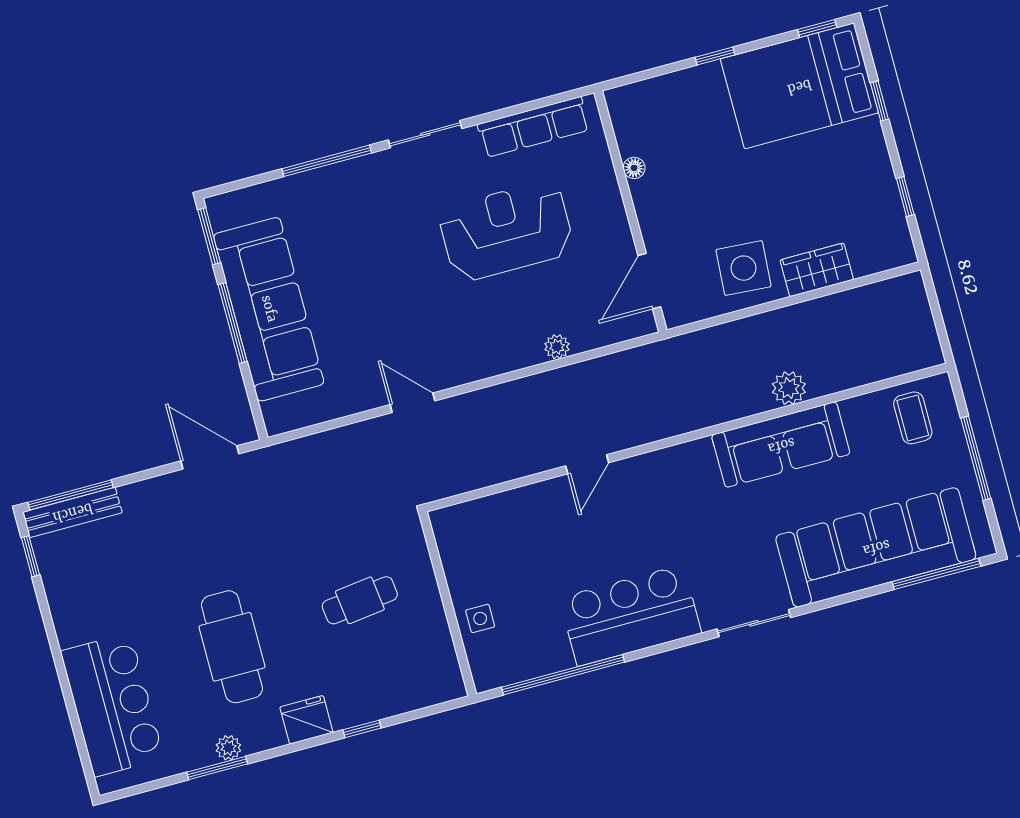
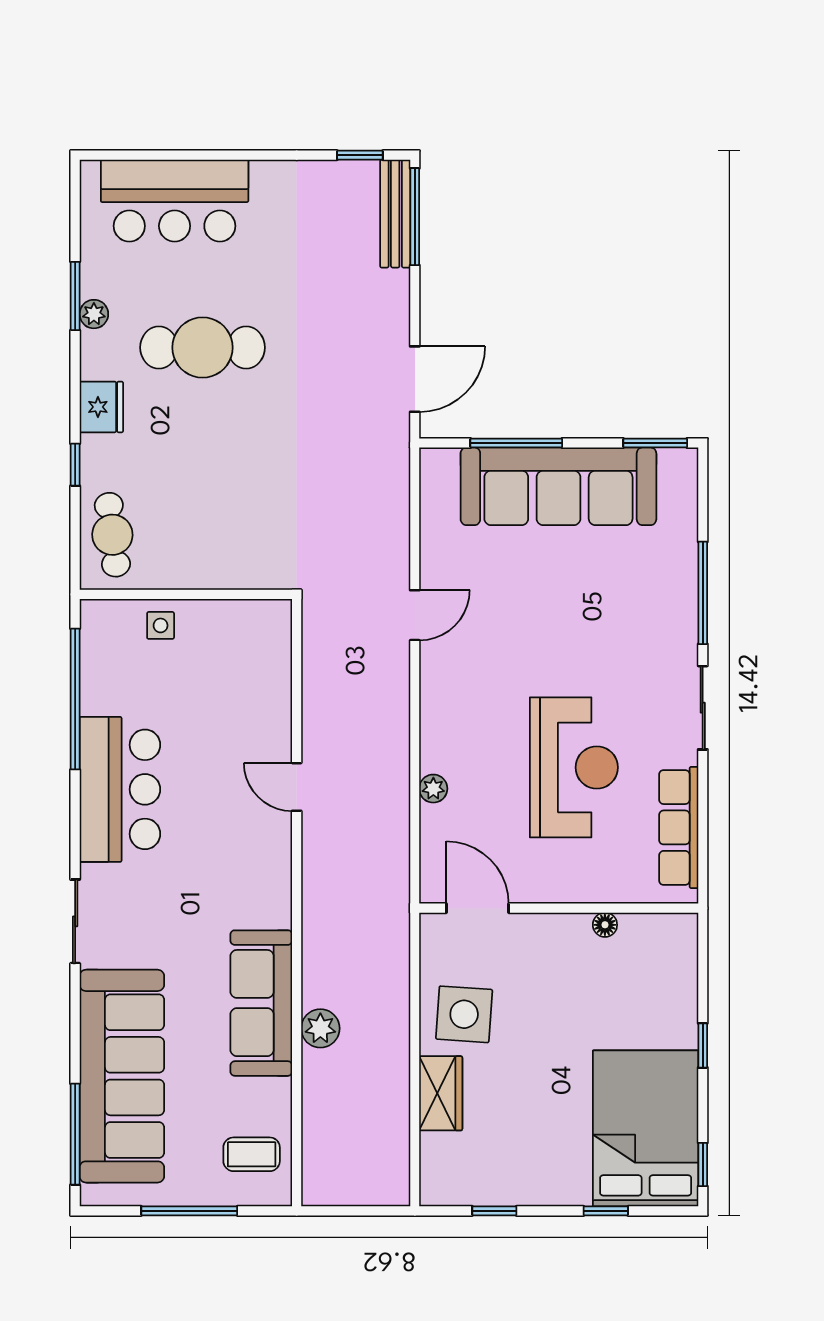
window: (233, 323) -> (516, 443), moved
cafe table: (360, 600) -> (112, 535), moved

